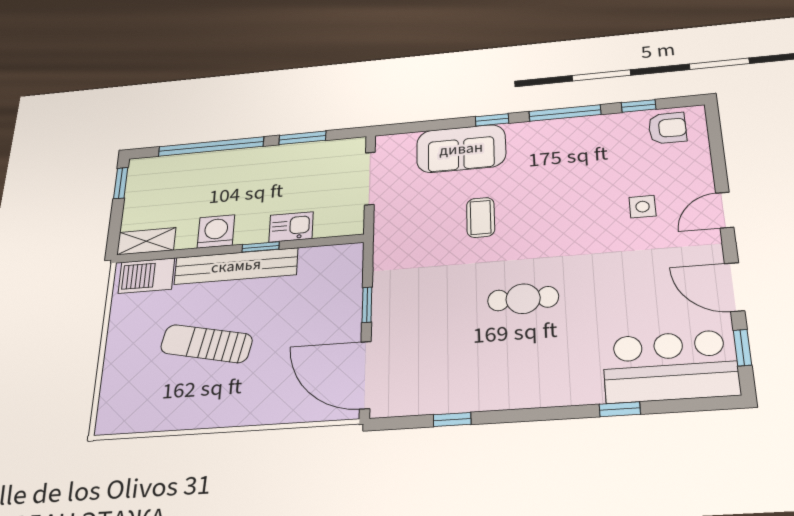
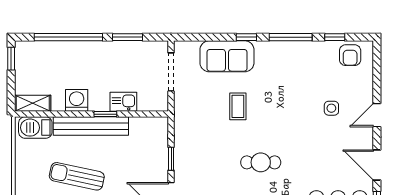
armchair: (667, 128) -> (350, 55), turned 90

